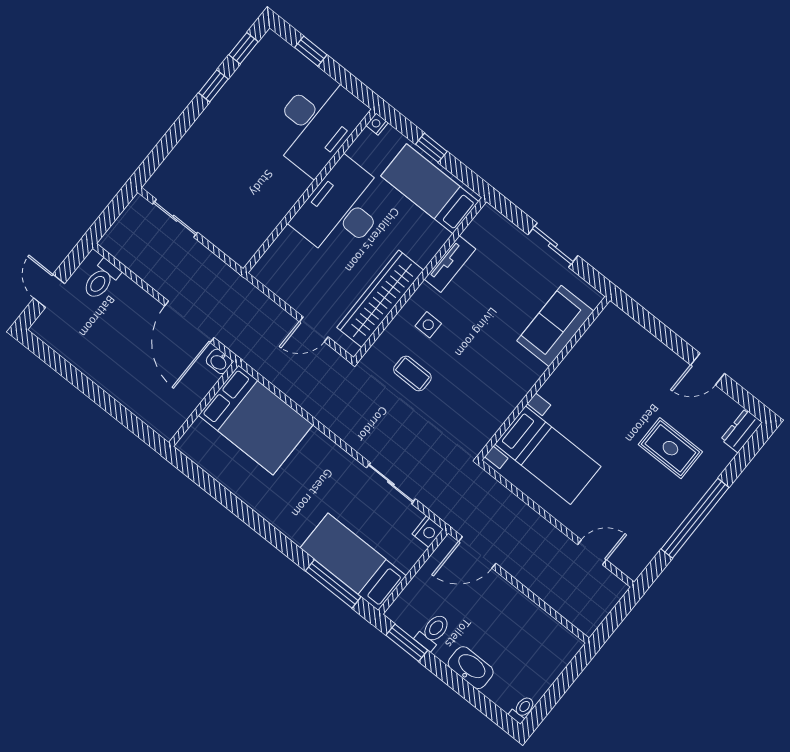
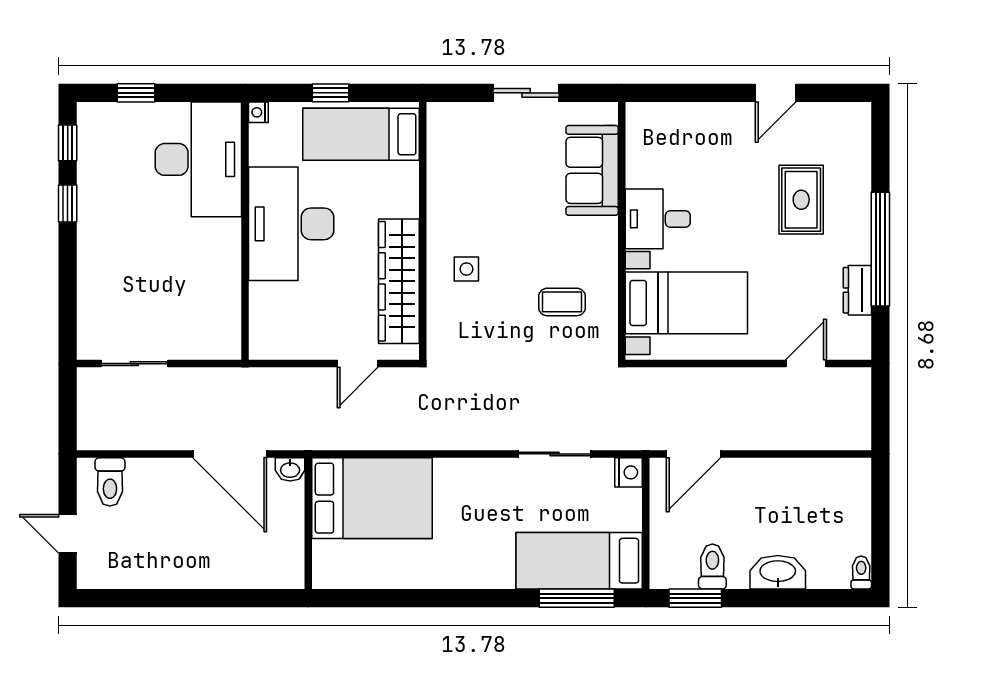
tv unit: (450, 264) -> (440, 192), removed
coffee table: (412, 374) -> (562, 302), moved
desk: (572, 389) -> (658, 219), added
dresser: (742, 431) -> (857, 290), moved
rug: (670, 448) -> (801, 200), turned 90

